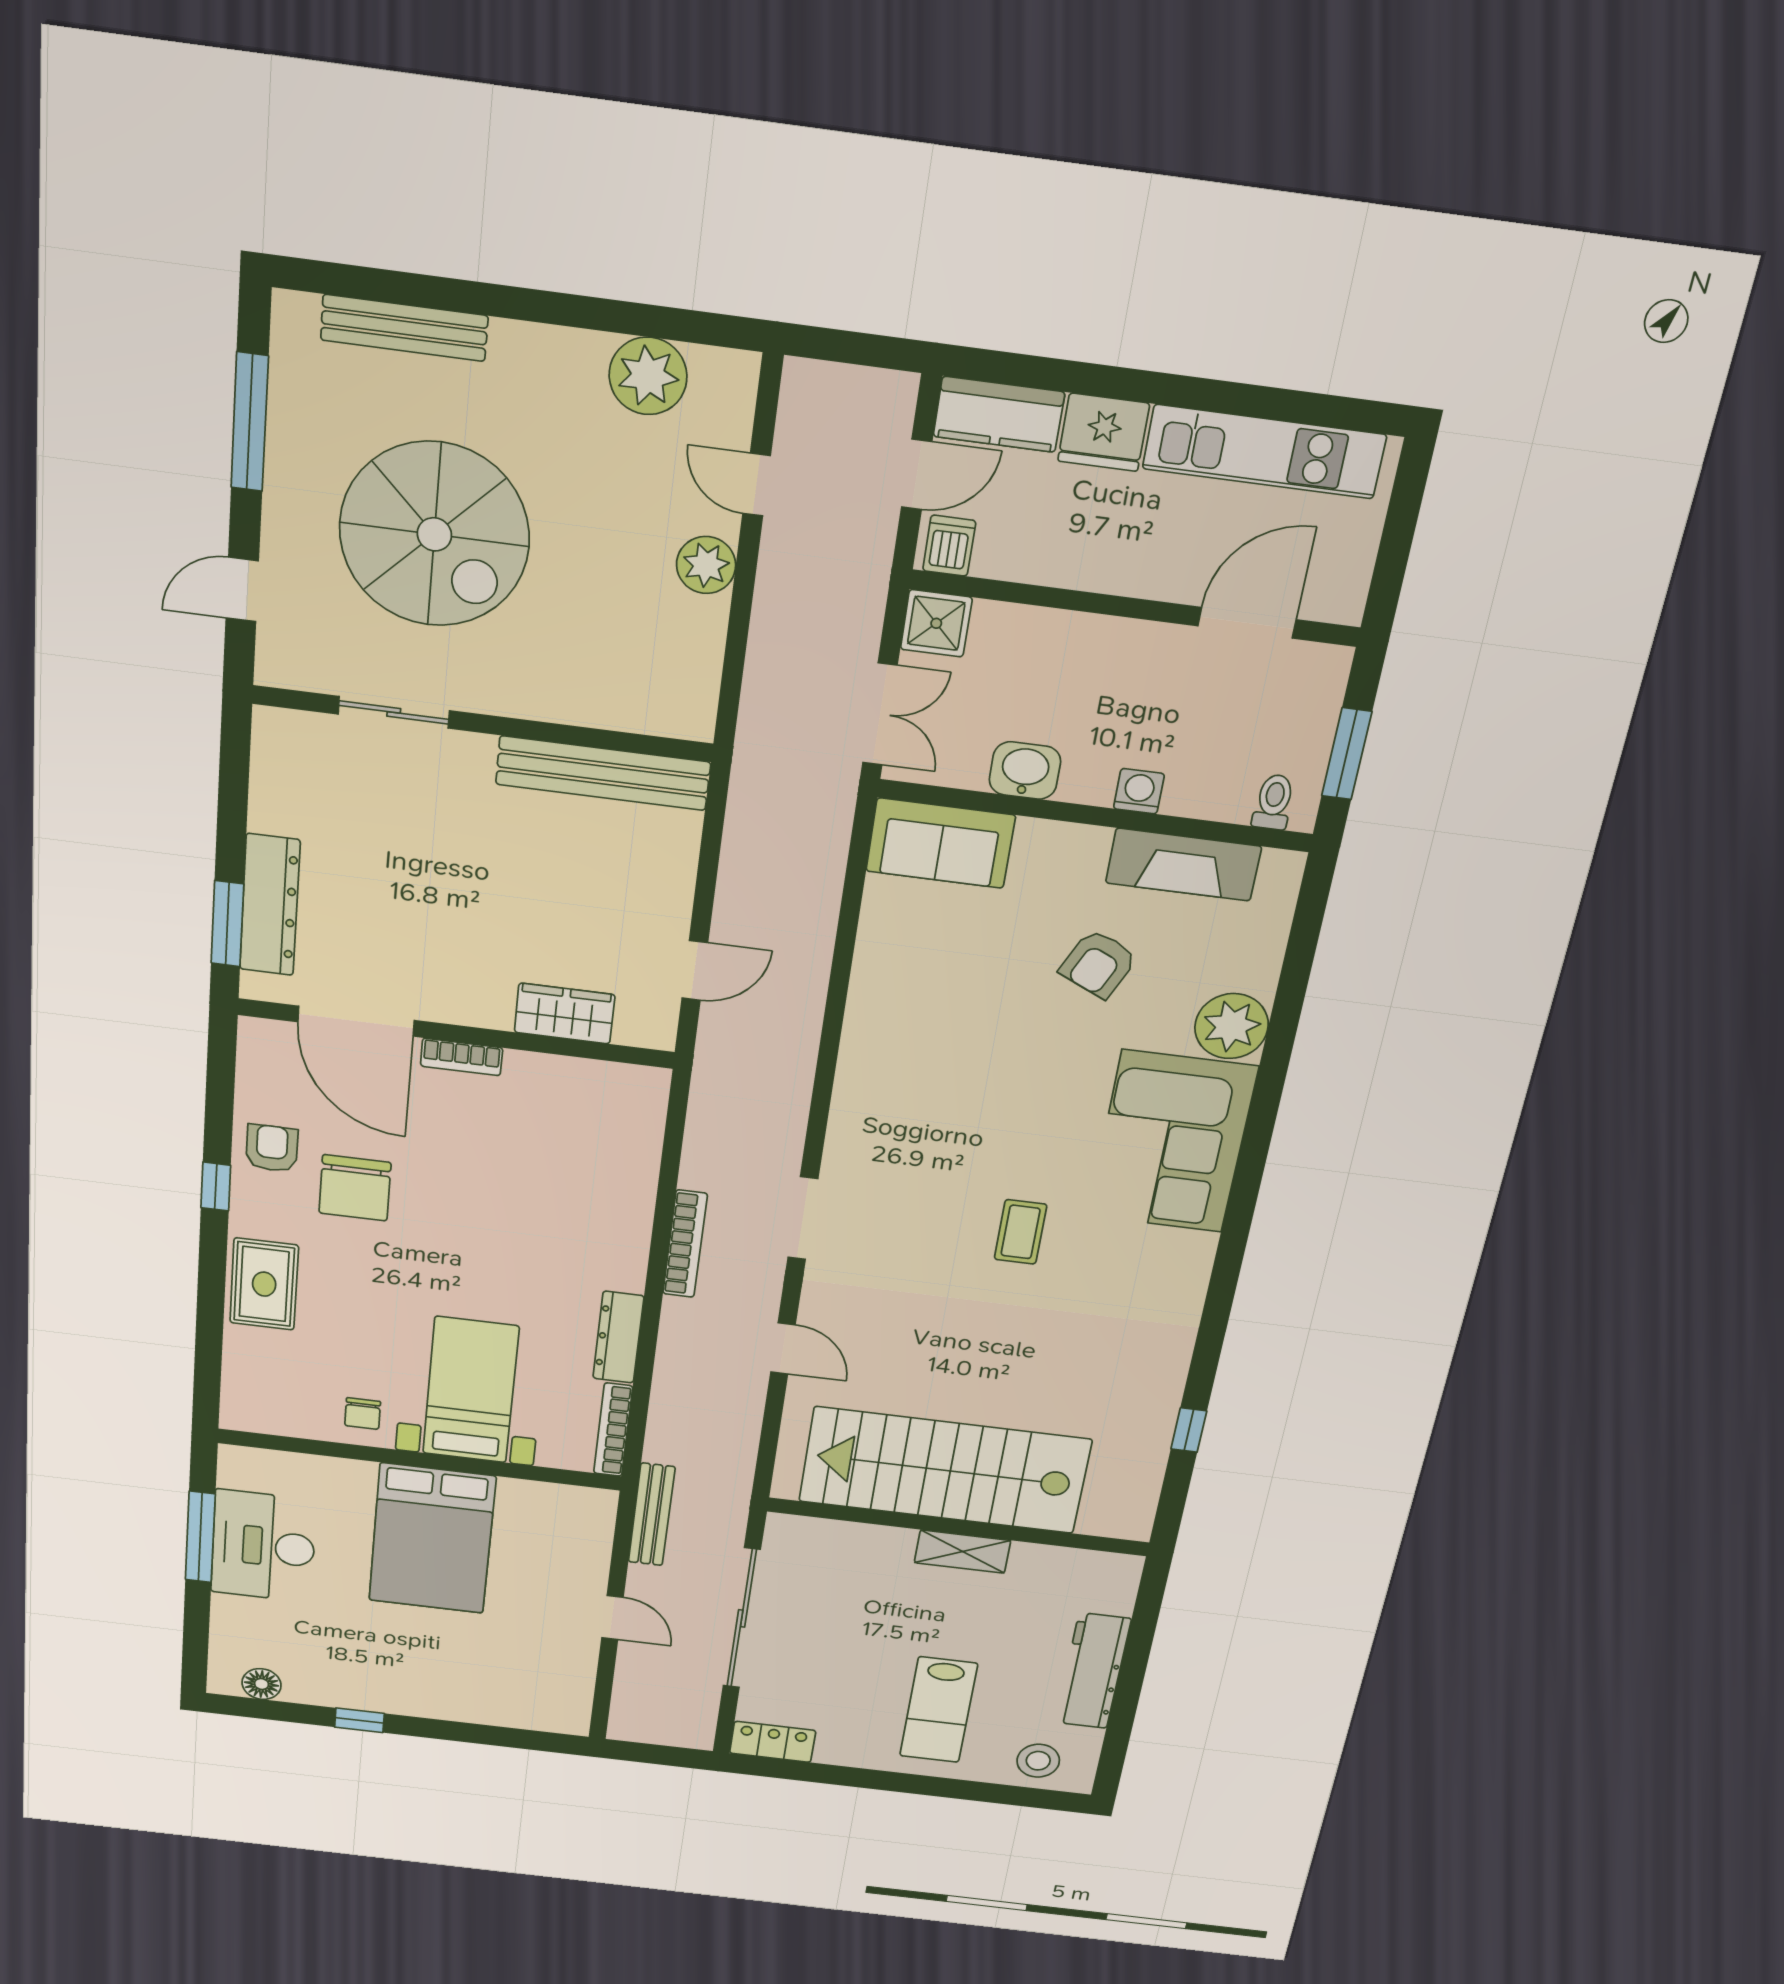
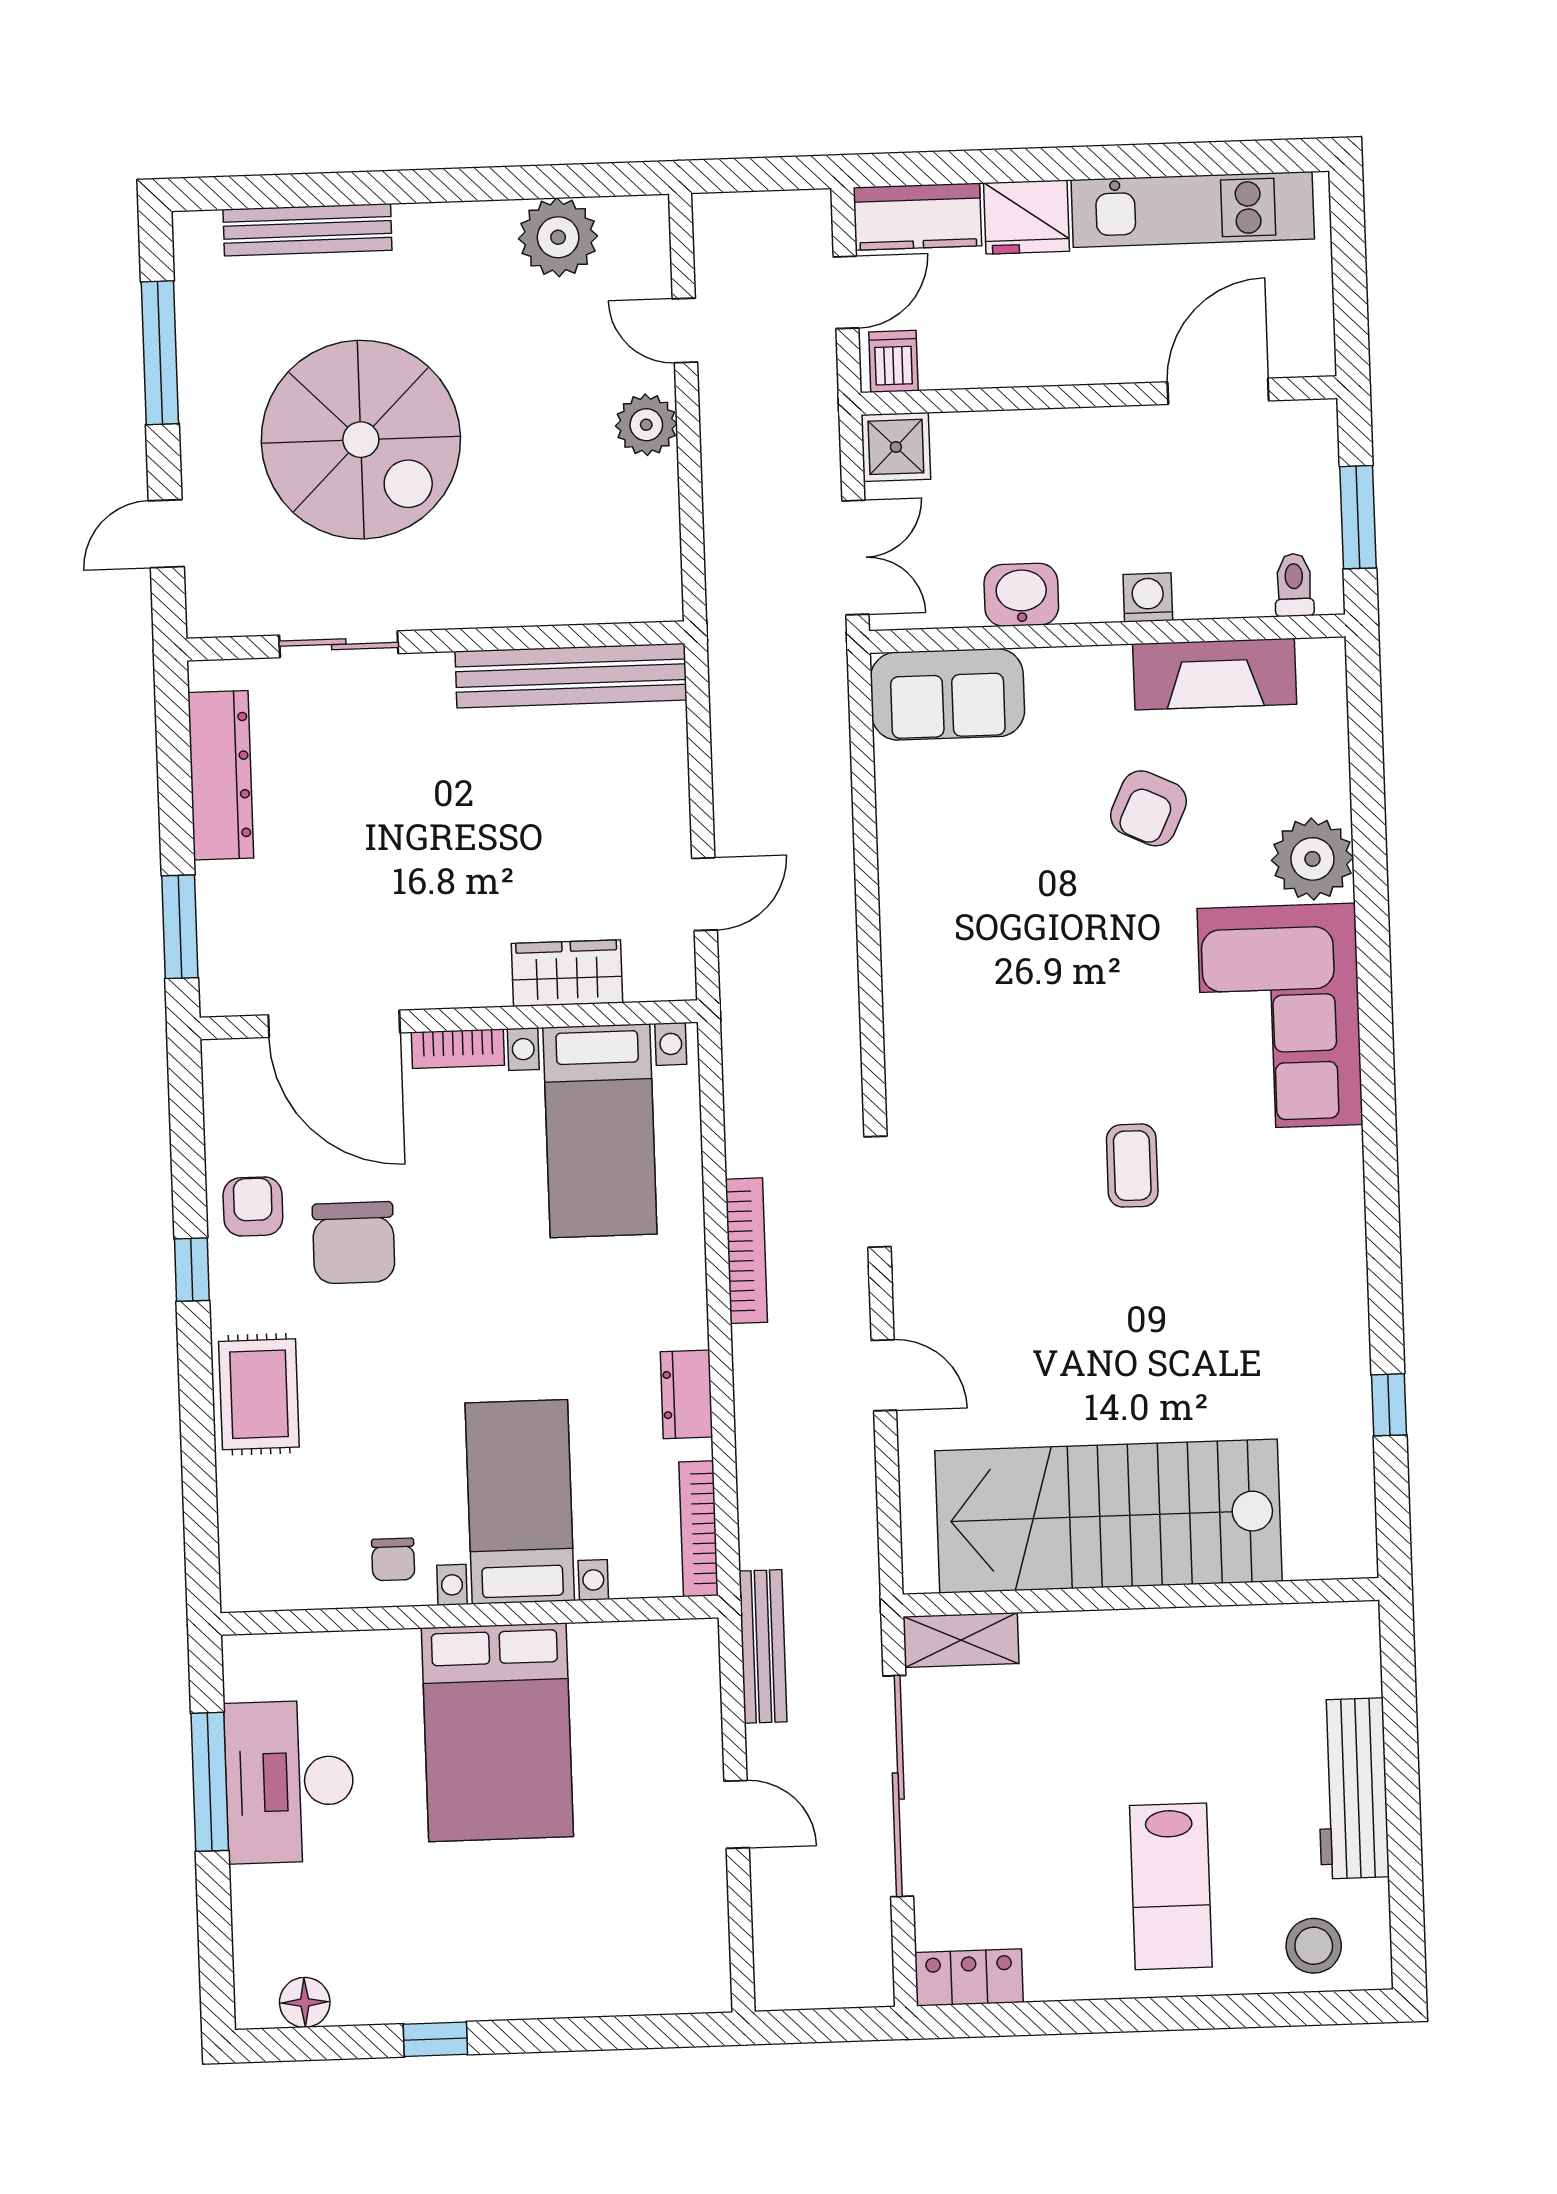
dresser: (270, 905) -> (221, 775), moved
bed with nightstands: (575, 1138) -> (600, 1131), added
dresser: (618, 1337) -> (687, 1394), width x0.70
shelving: (962, 1552) -> (961, 1640), moved

